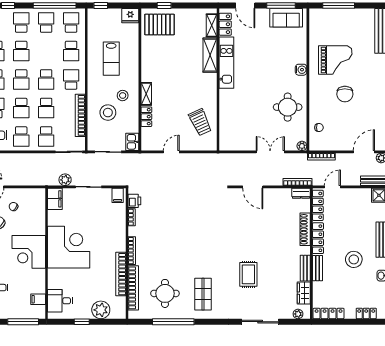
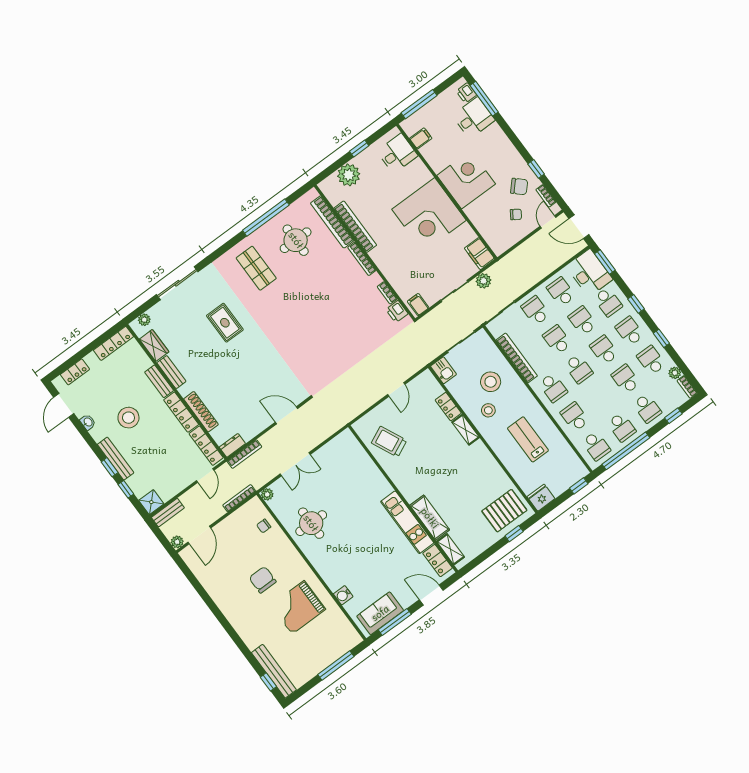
water cooler: (301, 70) -> (343, 595), moved
school desk: (46, 80) -> (579, 369), turned 180

